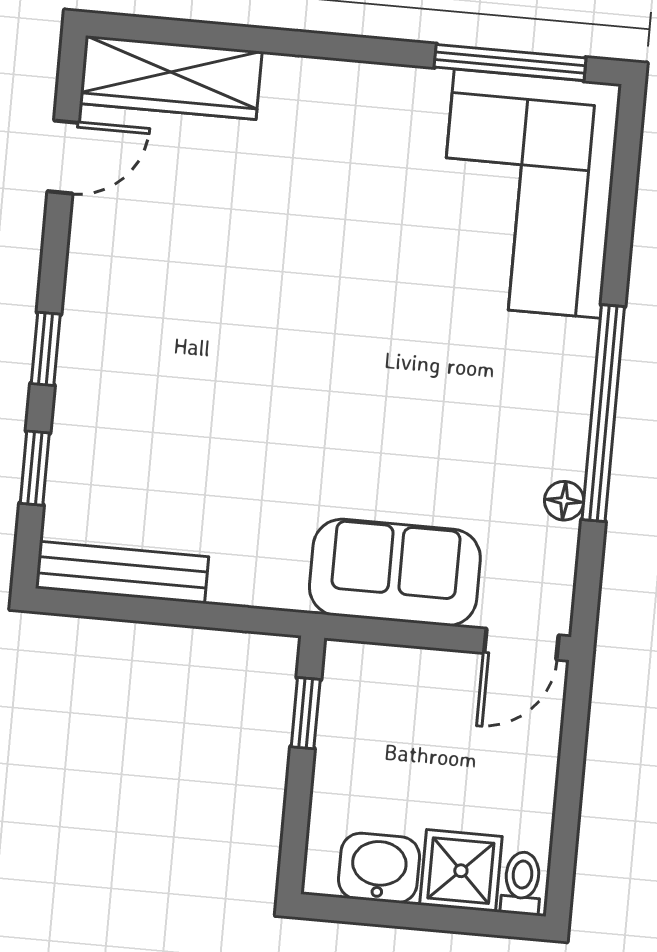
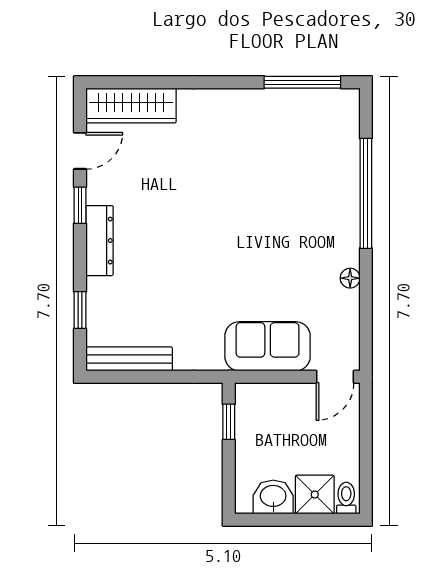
corner sofa: (527, 194) -> (317, 148), removed
dresser: (85, 336) -> (100, 241), added
window: (46, 349) -> (80, 205), moved
window: (603, 413) -> (366, 193), moved
floor lamp: (564, 501) -> (350, 278), moved

